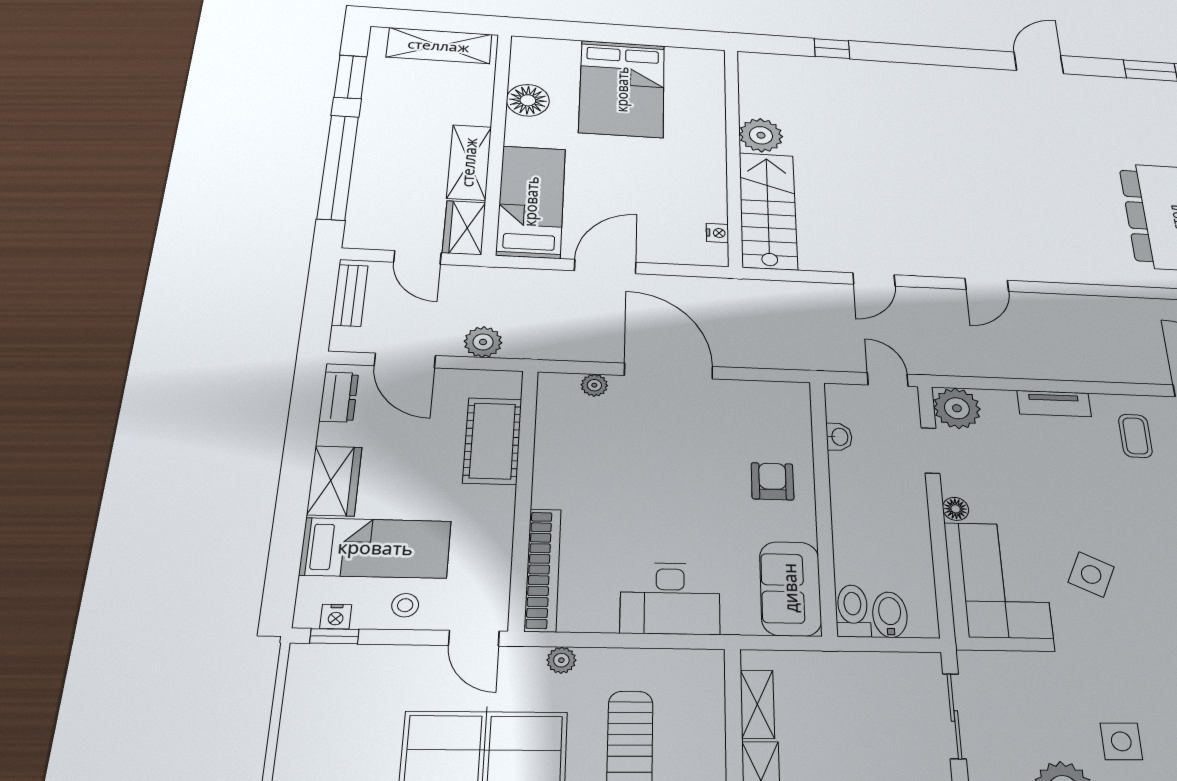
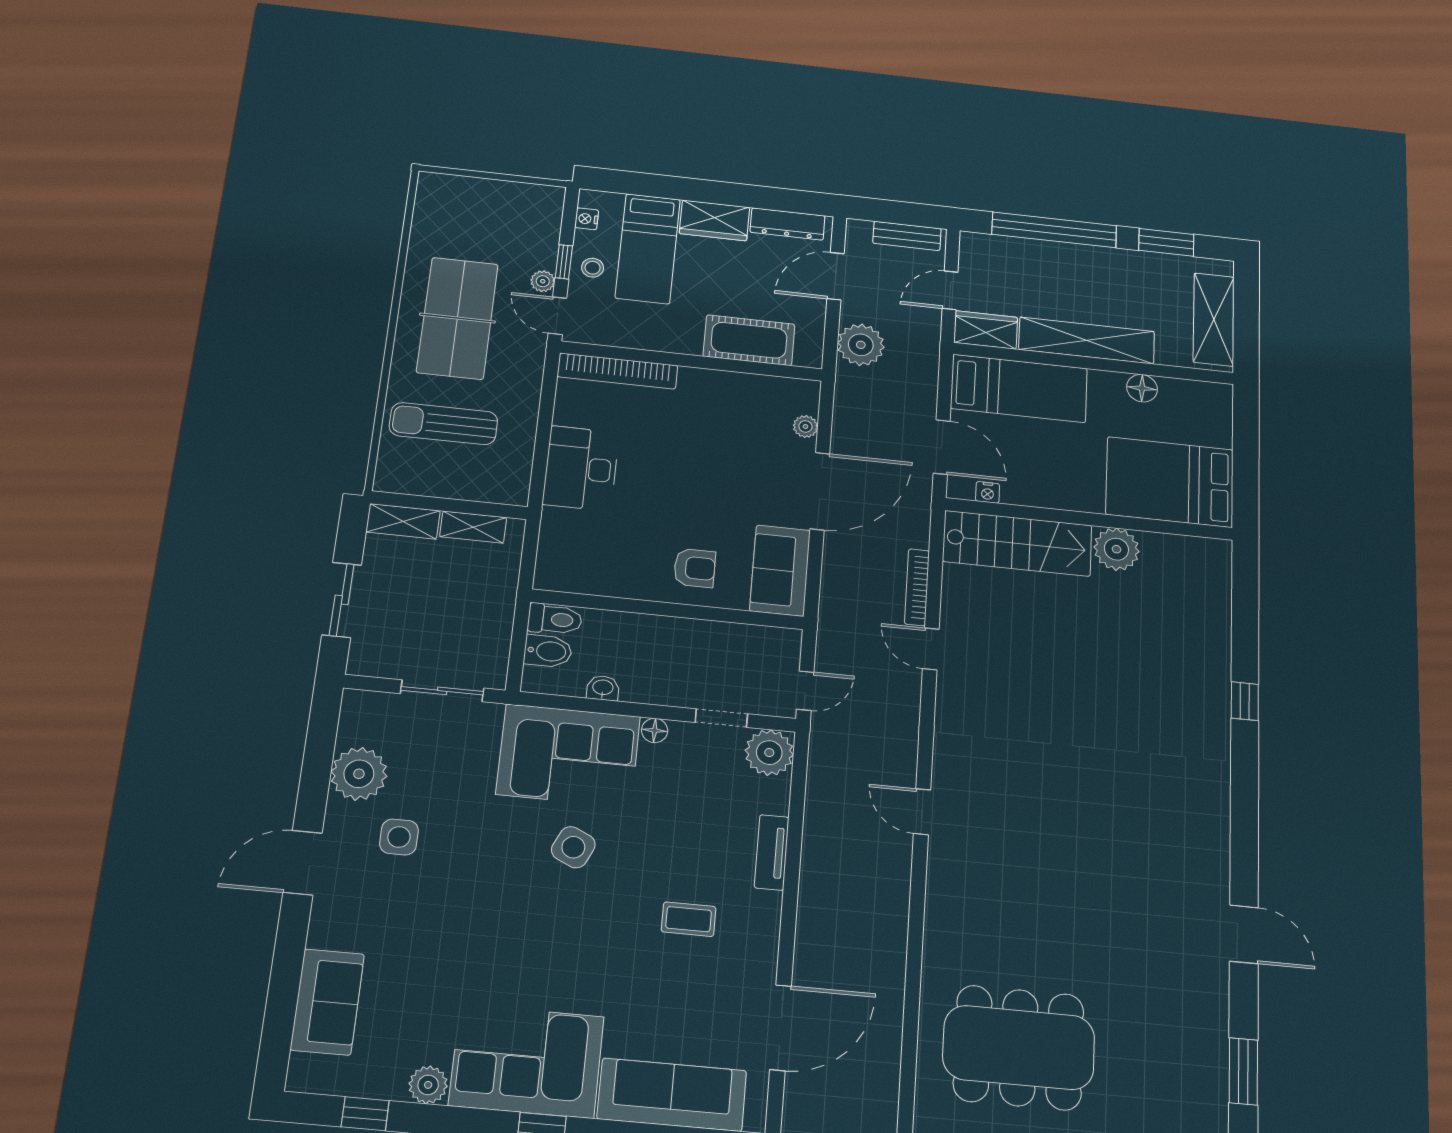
floor lamp: (528, 100) -> (1142, 388), width x0.73, depth x0.73
plant: (761, 135) -> (1116, 549), moved
wall: (733, 154) -> (1089, 519), moved
shelving: (469, 162) -> (1087, 340), width x1.47
stairs: (768, 211) -> (1017, 543), moved
nightstand: (717, 233) -> (988, 492), moved
door: (874, 279) -> (931, 649), moved
bookcase: (763, 288) -> (917, 587), added
plant: (483, 342) -> (861, 345), width x1.36, depth x1.36
dresser: (339, 397) -> (787, 224), width x1.44
coffee table: (1135, 436) -> (689, 919), moved
washbasin: (839, 437) -> (603, 688), moved, turned 180
sofa: (790, 588) -> (780, 570), moved, turned -90
window: (334, 636) -> (564, 262), moved
door: (474, 638) -> (557, 316), hinge flipped
plant: (561, 660) -> (543, 281), moved

